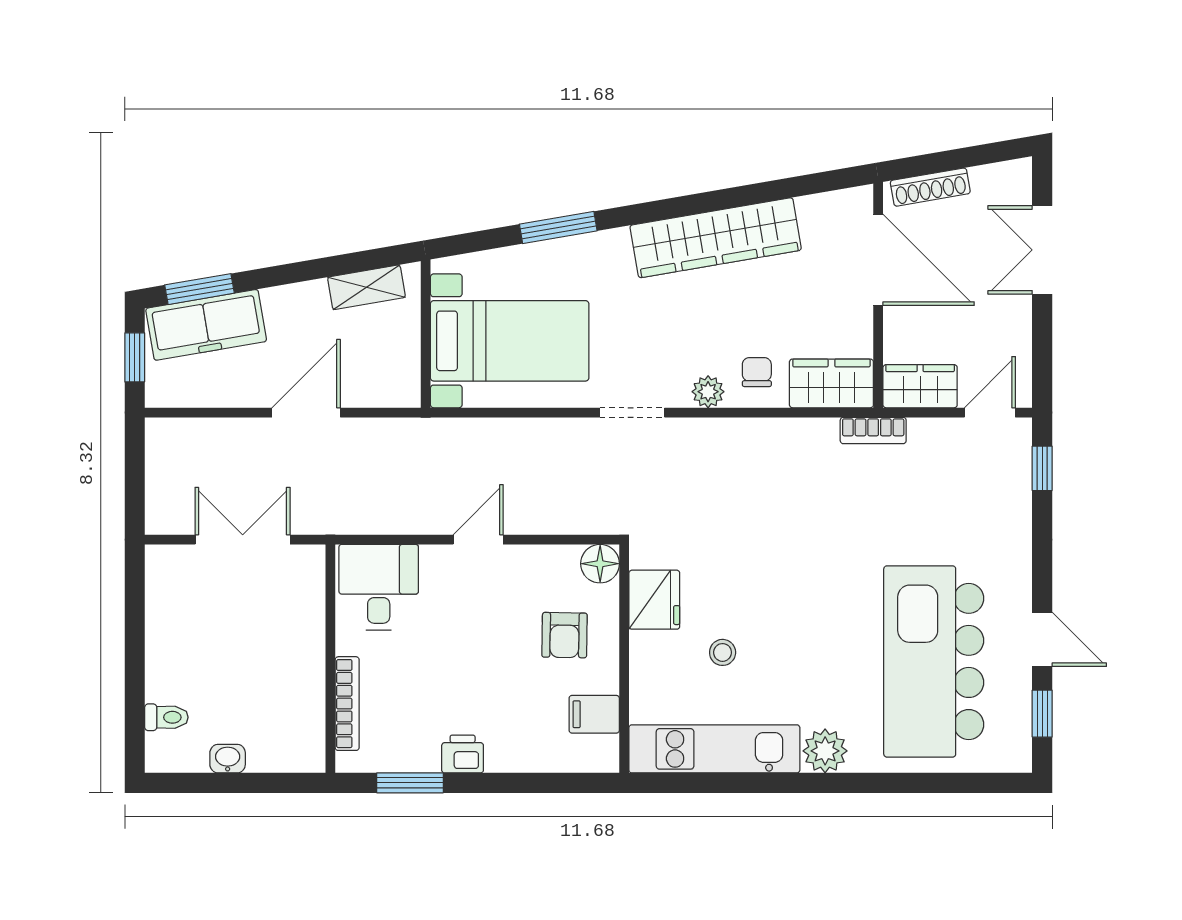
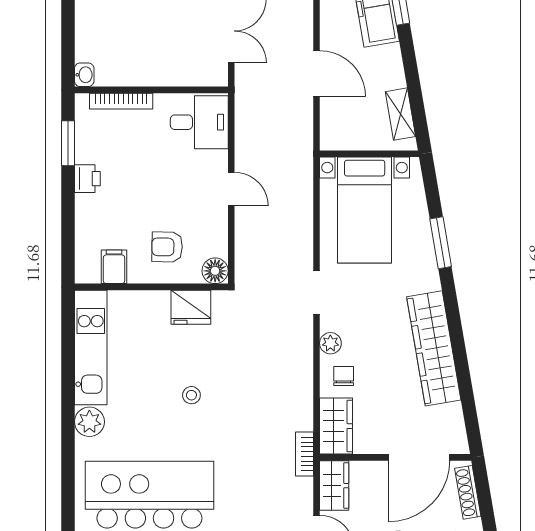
chair: (757, 372) -> (344, 376), turned -90
stool: (723, 652) -> (191, 395), moved
washbasin: (228, 759) -> (84, 75), moved

